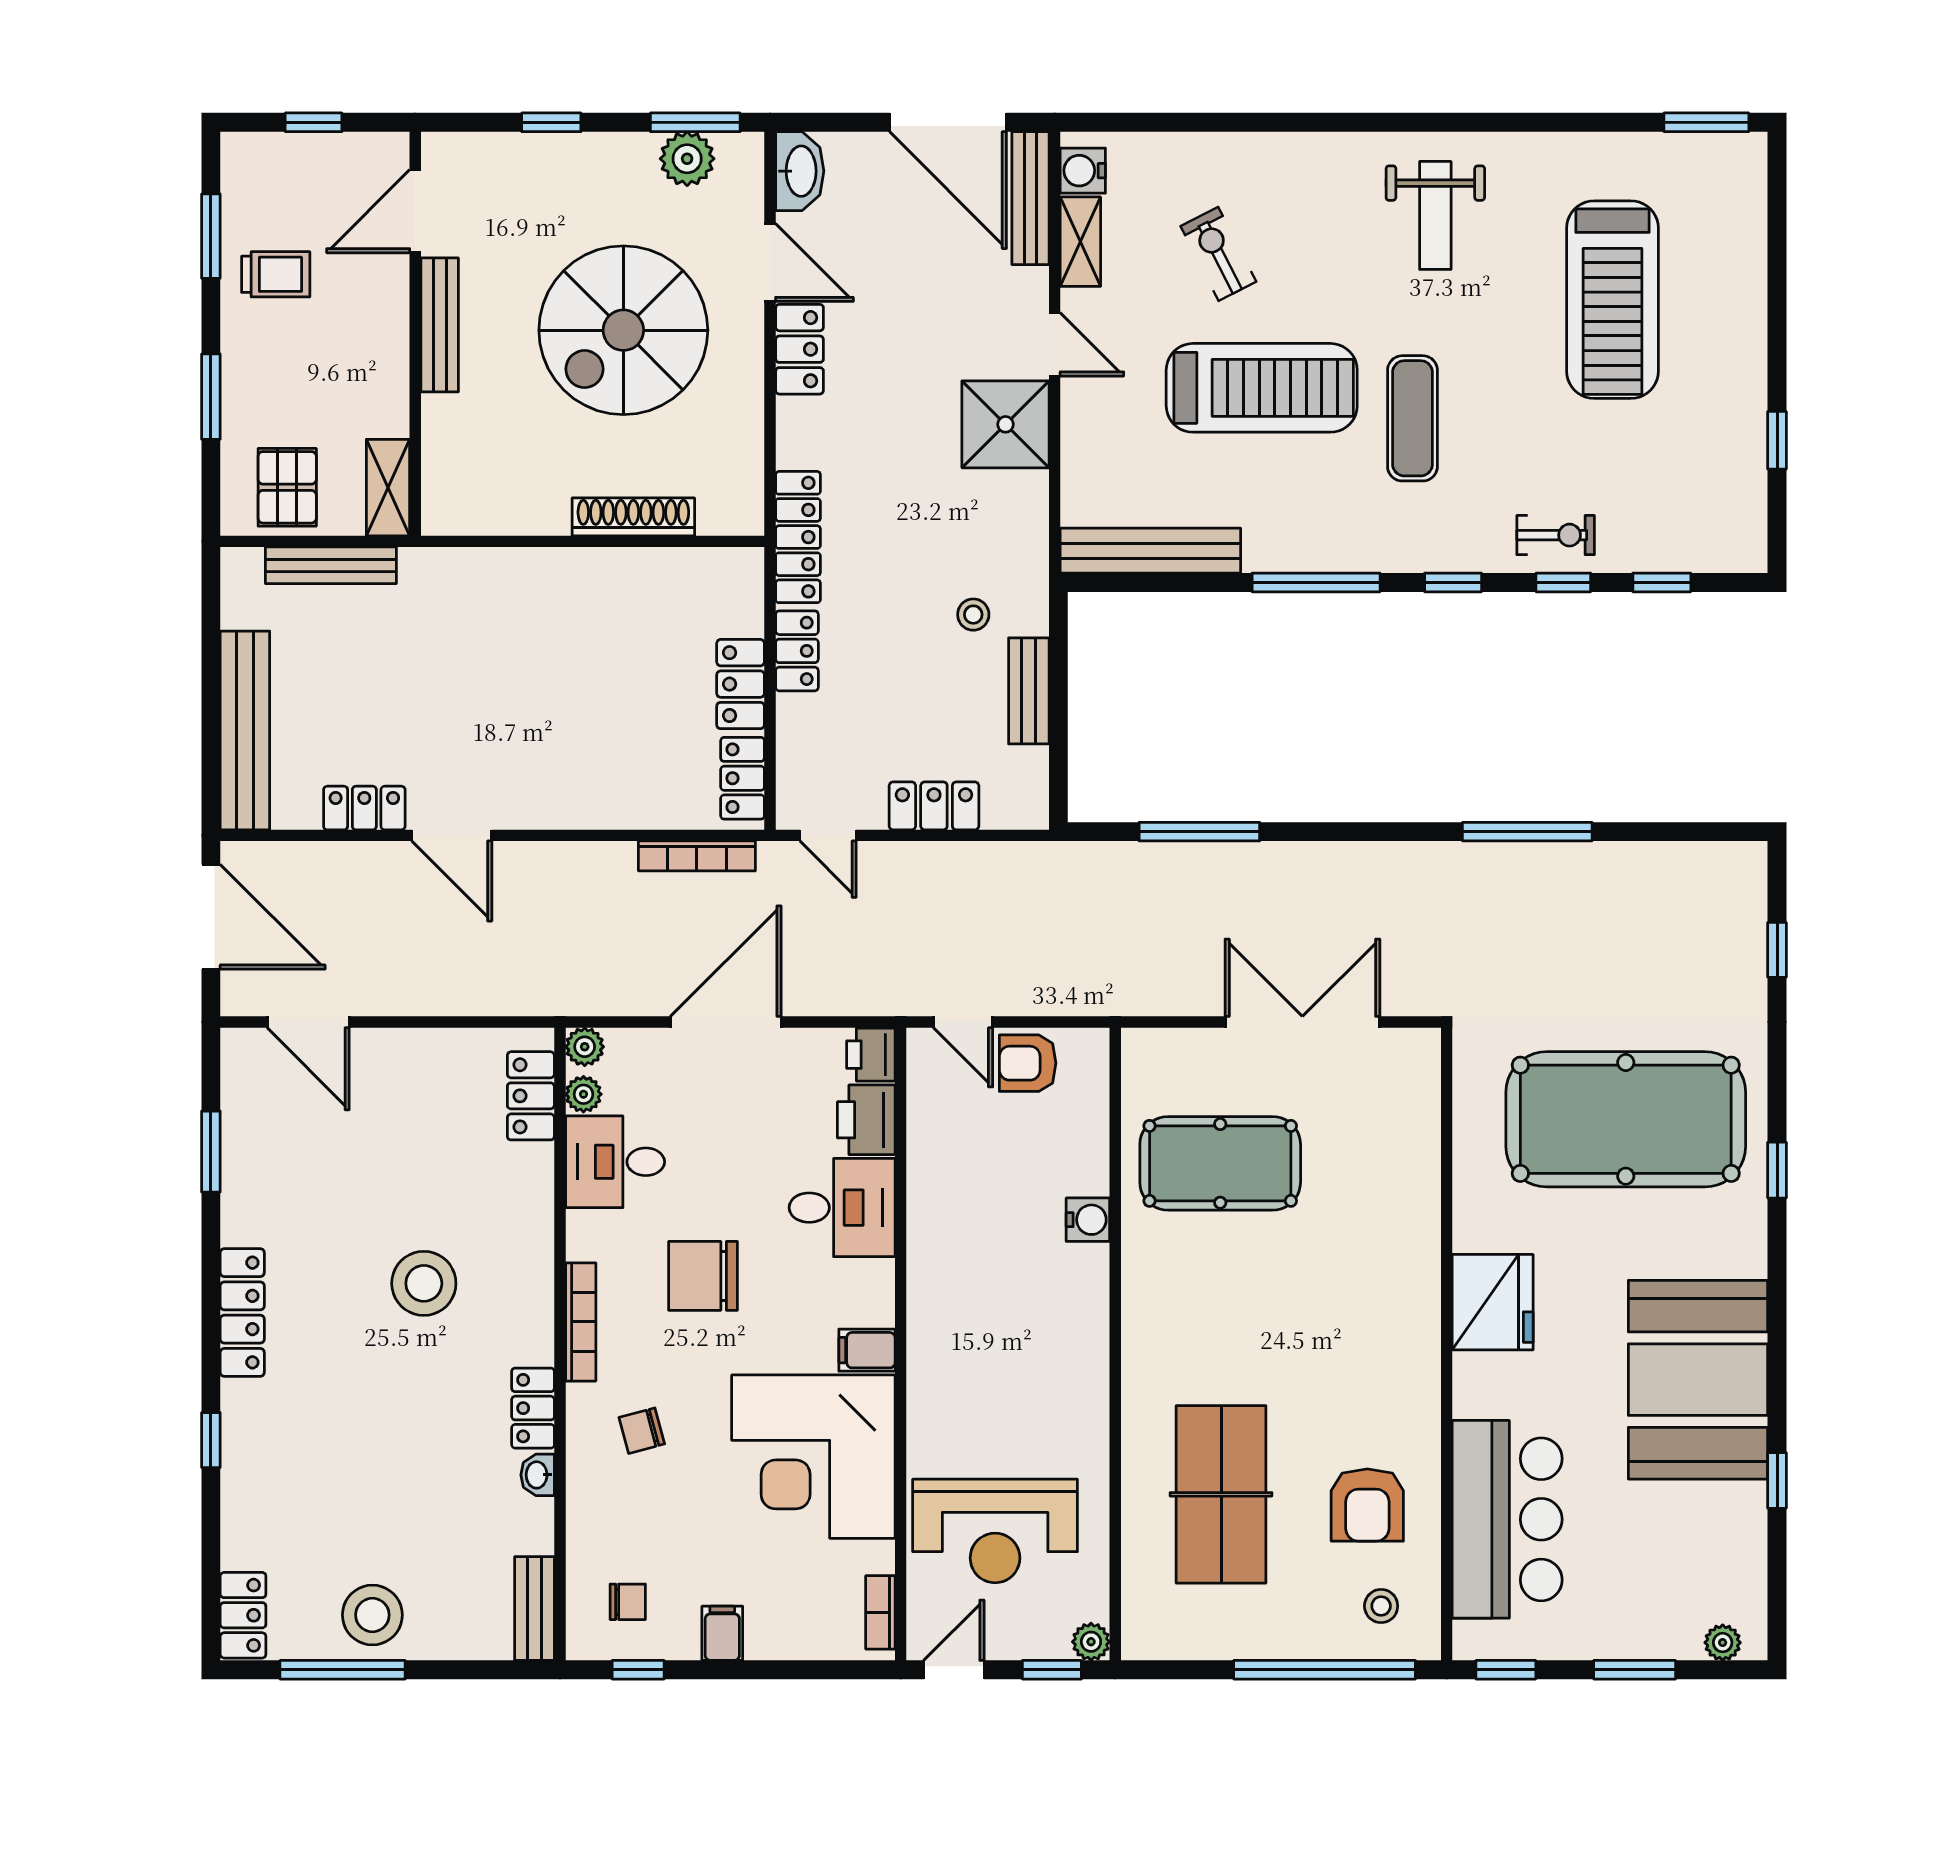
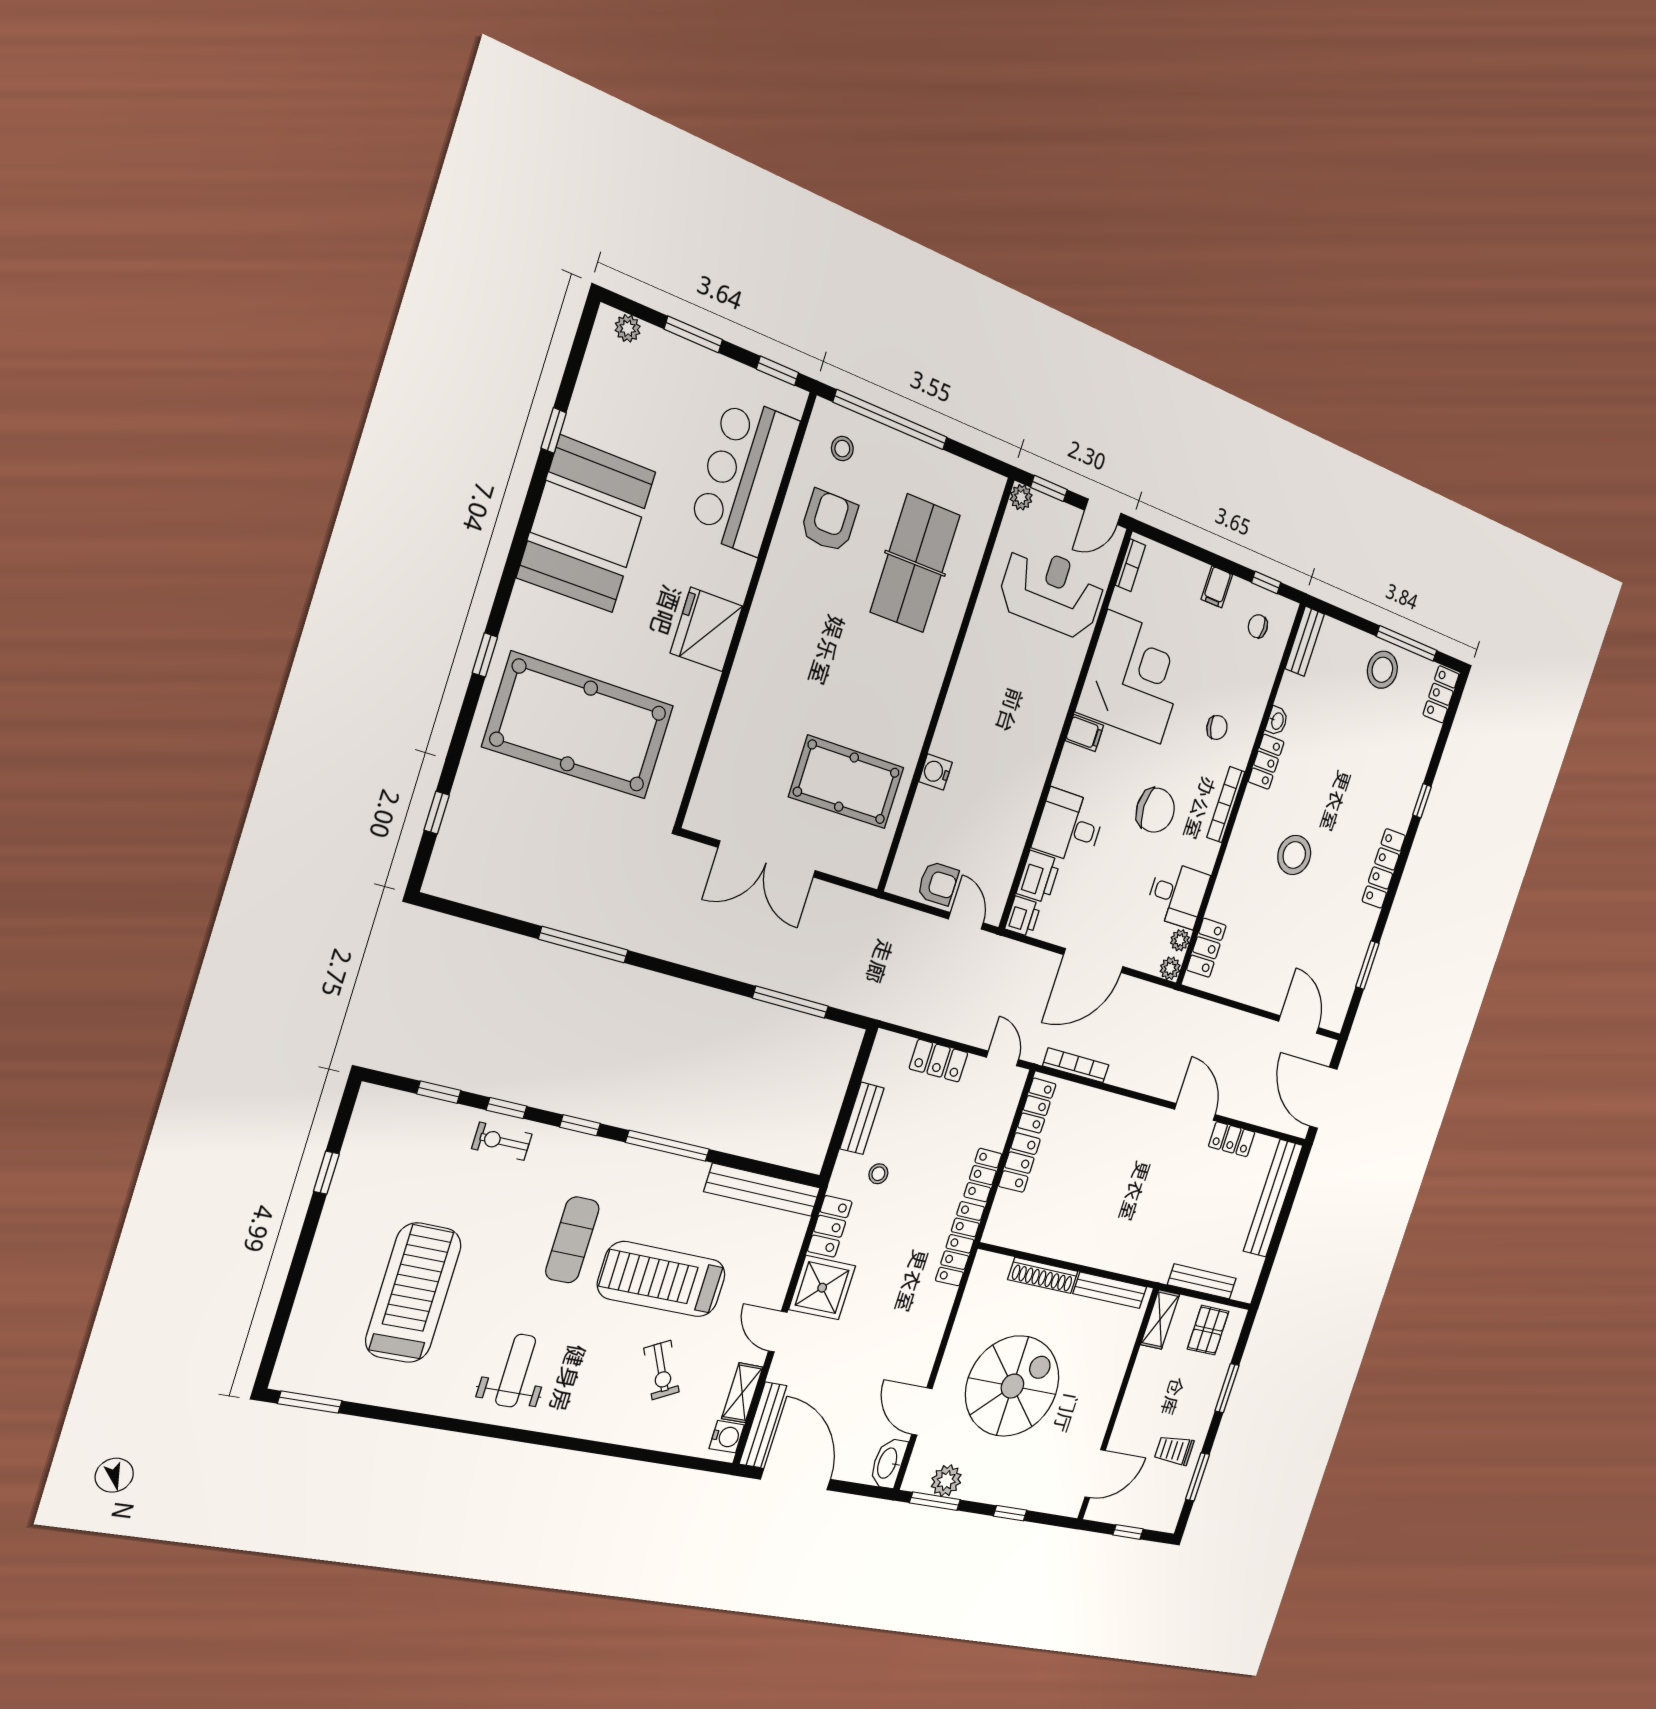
bench: (440, 325) -> (1110, 1290), moved, turned 90
locker: (800, 349) -> (830, 1226), moved, turned 180

